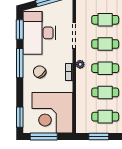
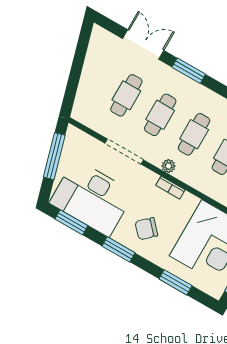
window: (20, 63) -> (118, 249), width x0.69
window: (20, 117) -> (176, 282), moved

